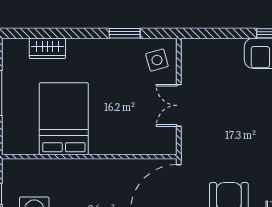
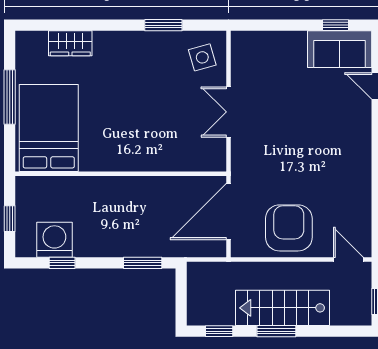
bed: (64, 119) -> (49, 128), moved

